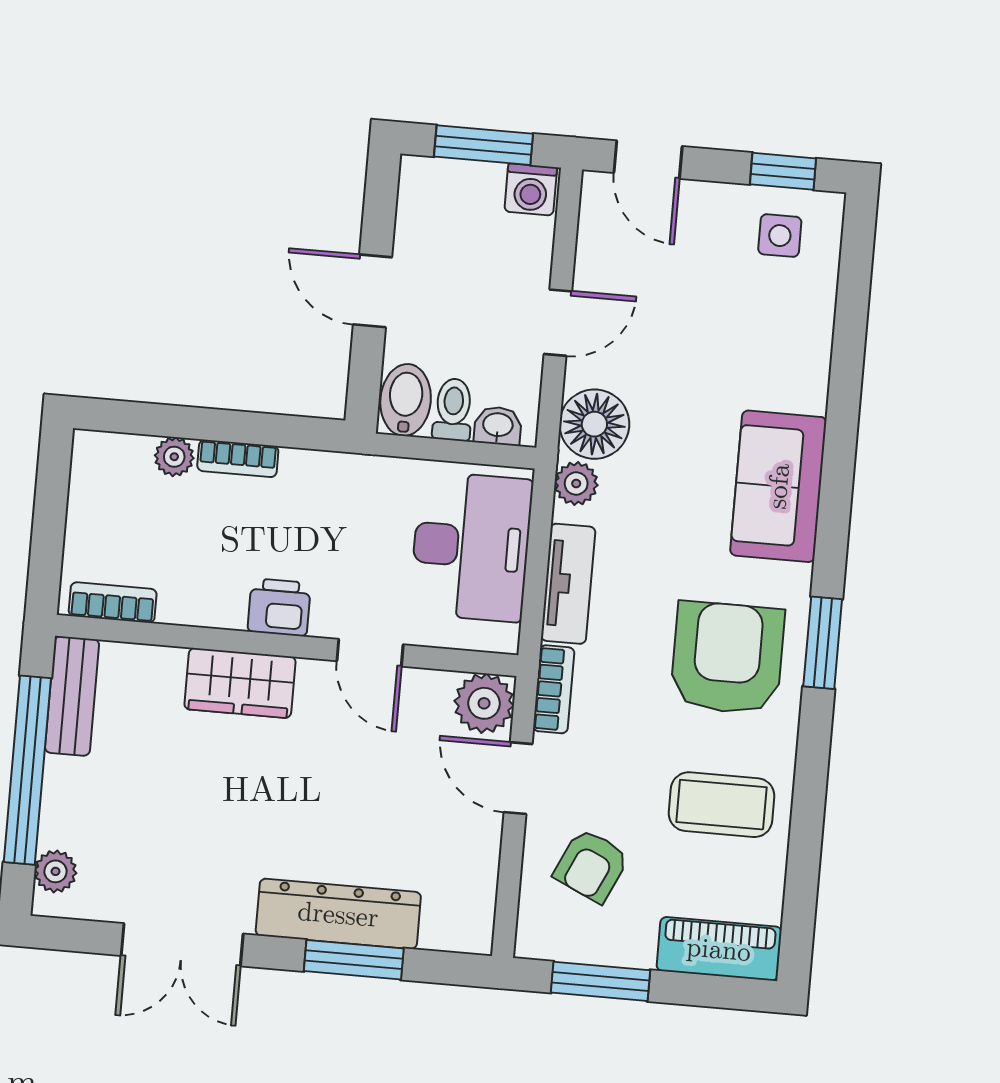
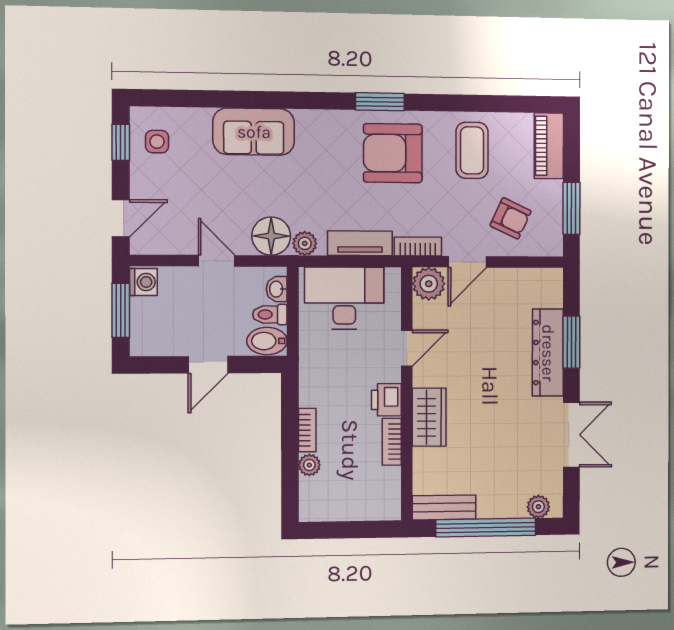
sofa: (778, 486) -> (254, 132), moved
bookcase: (113, 603) -> (392, 442), moved

